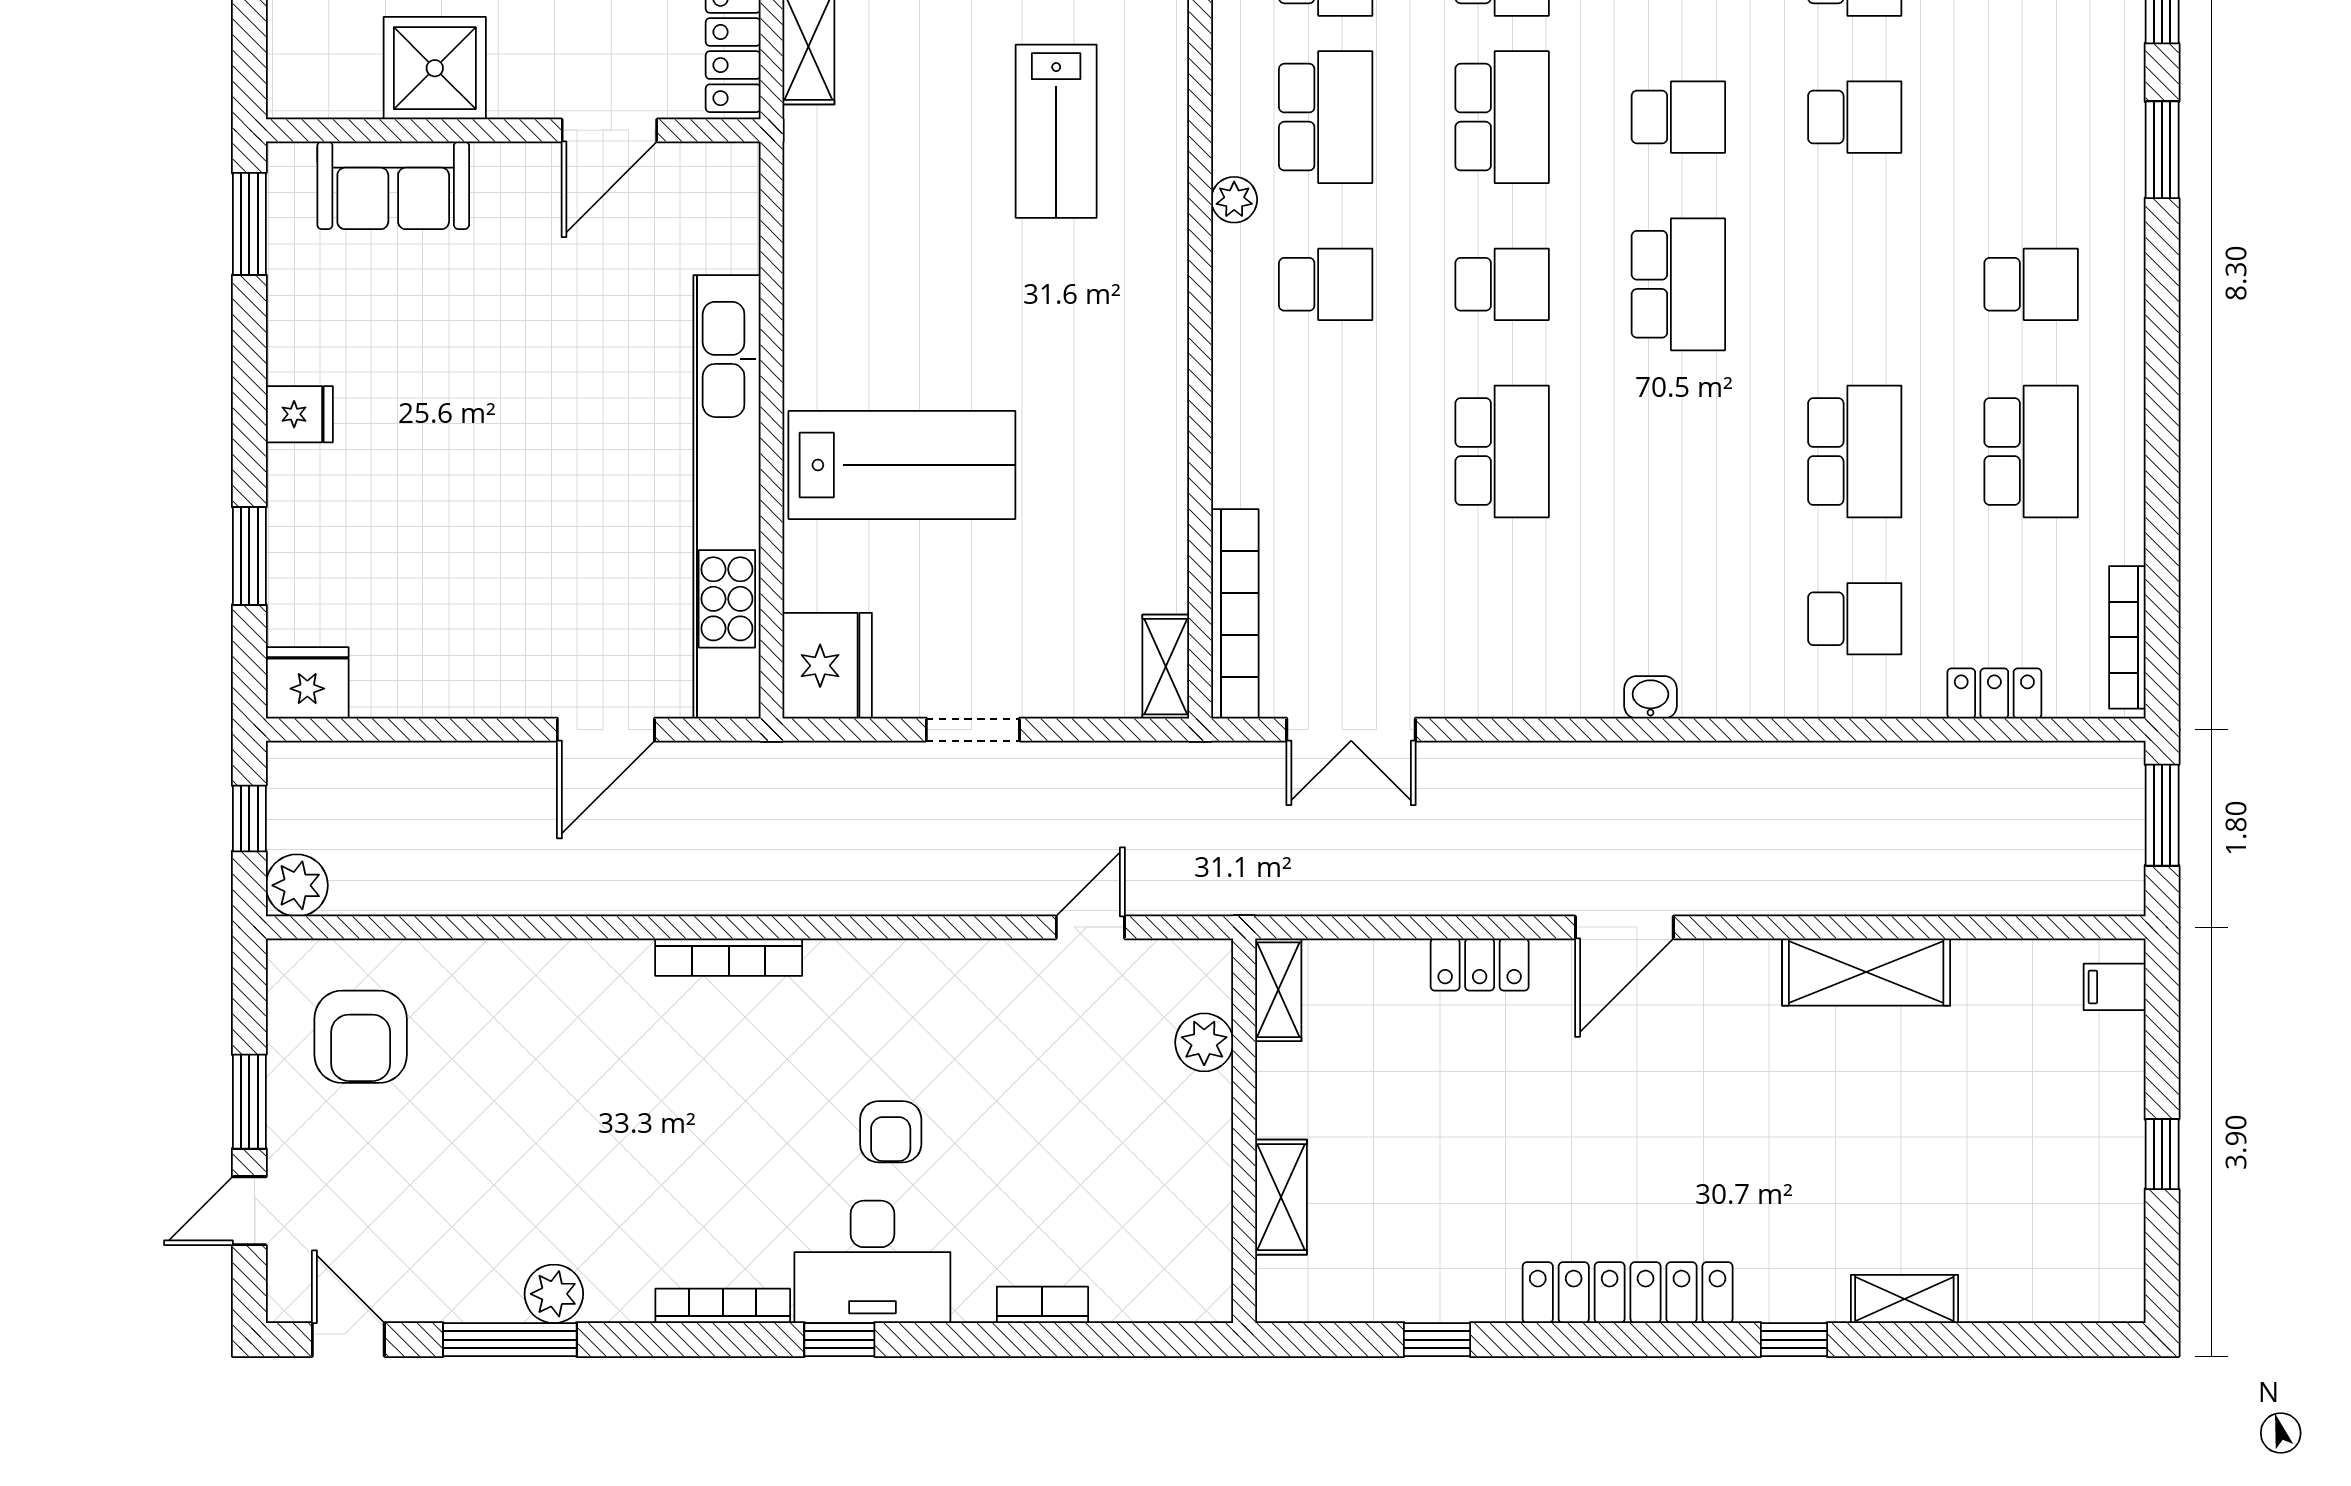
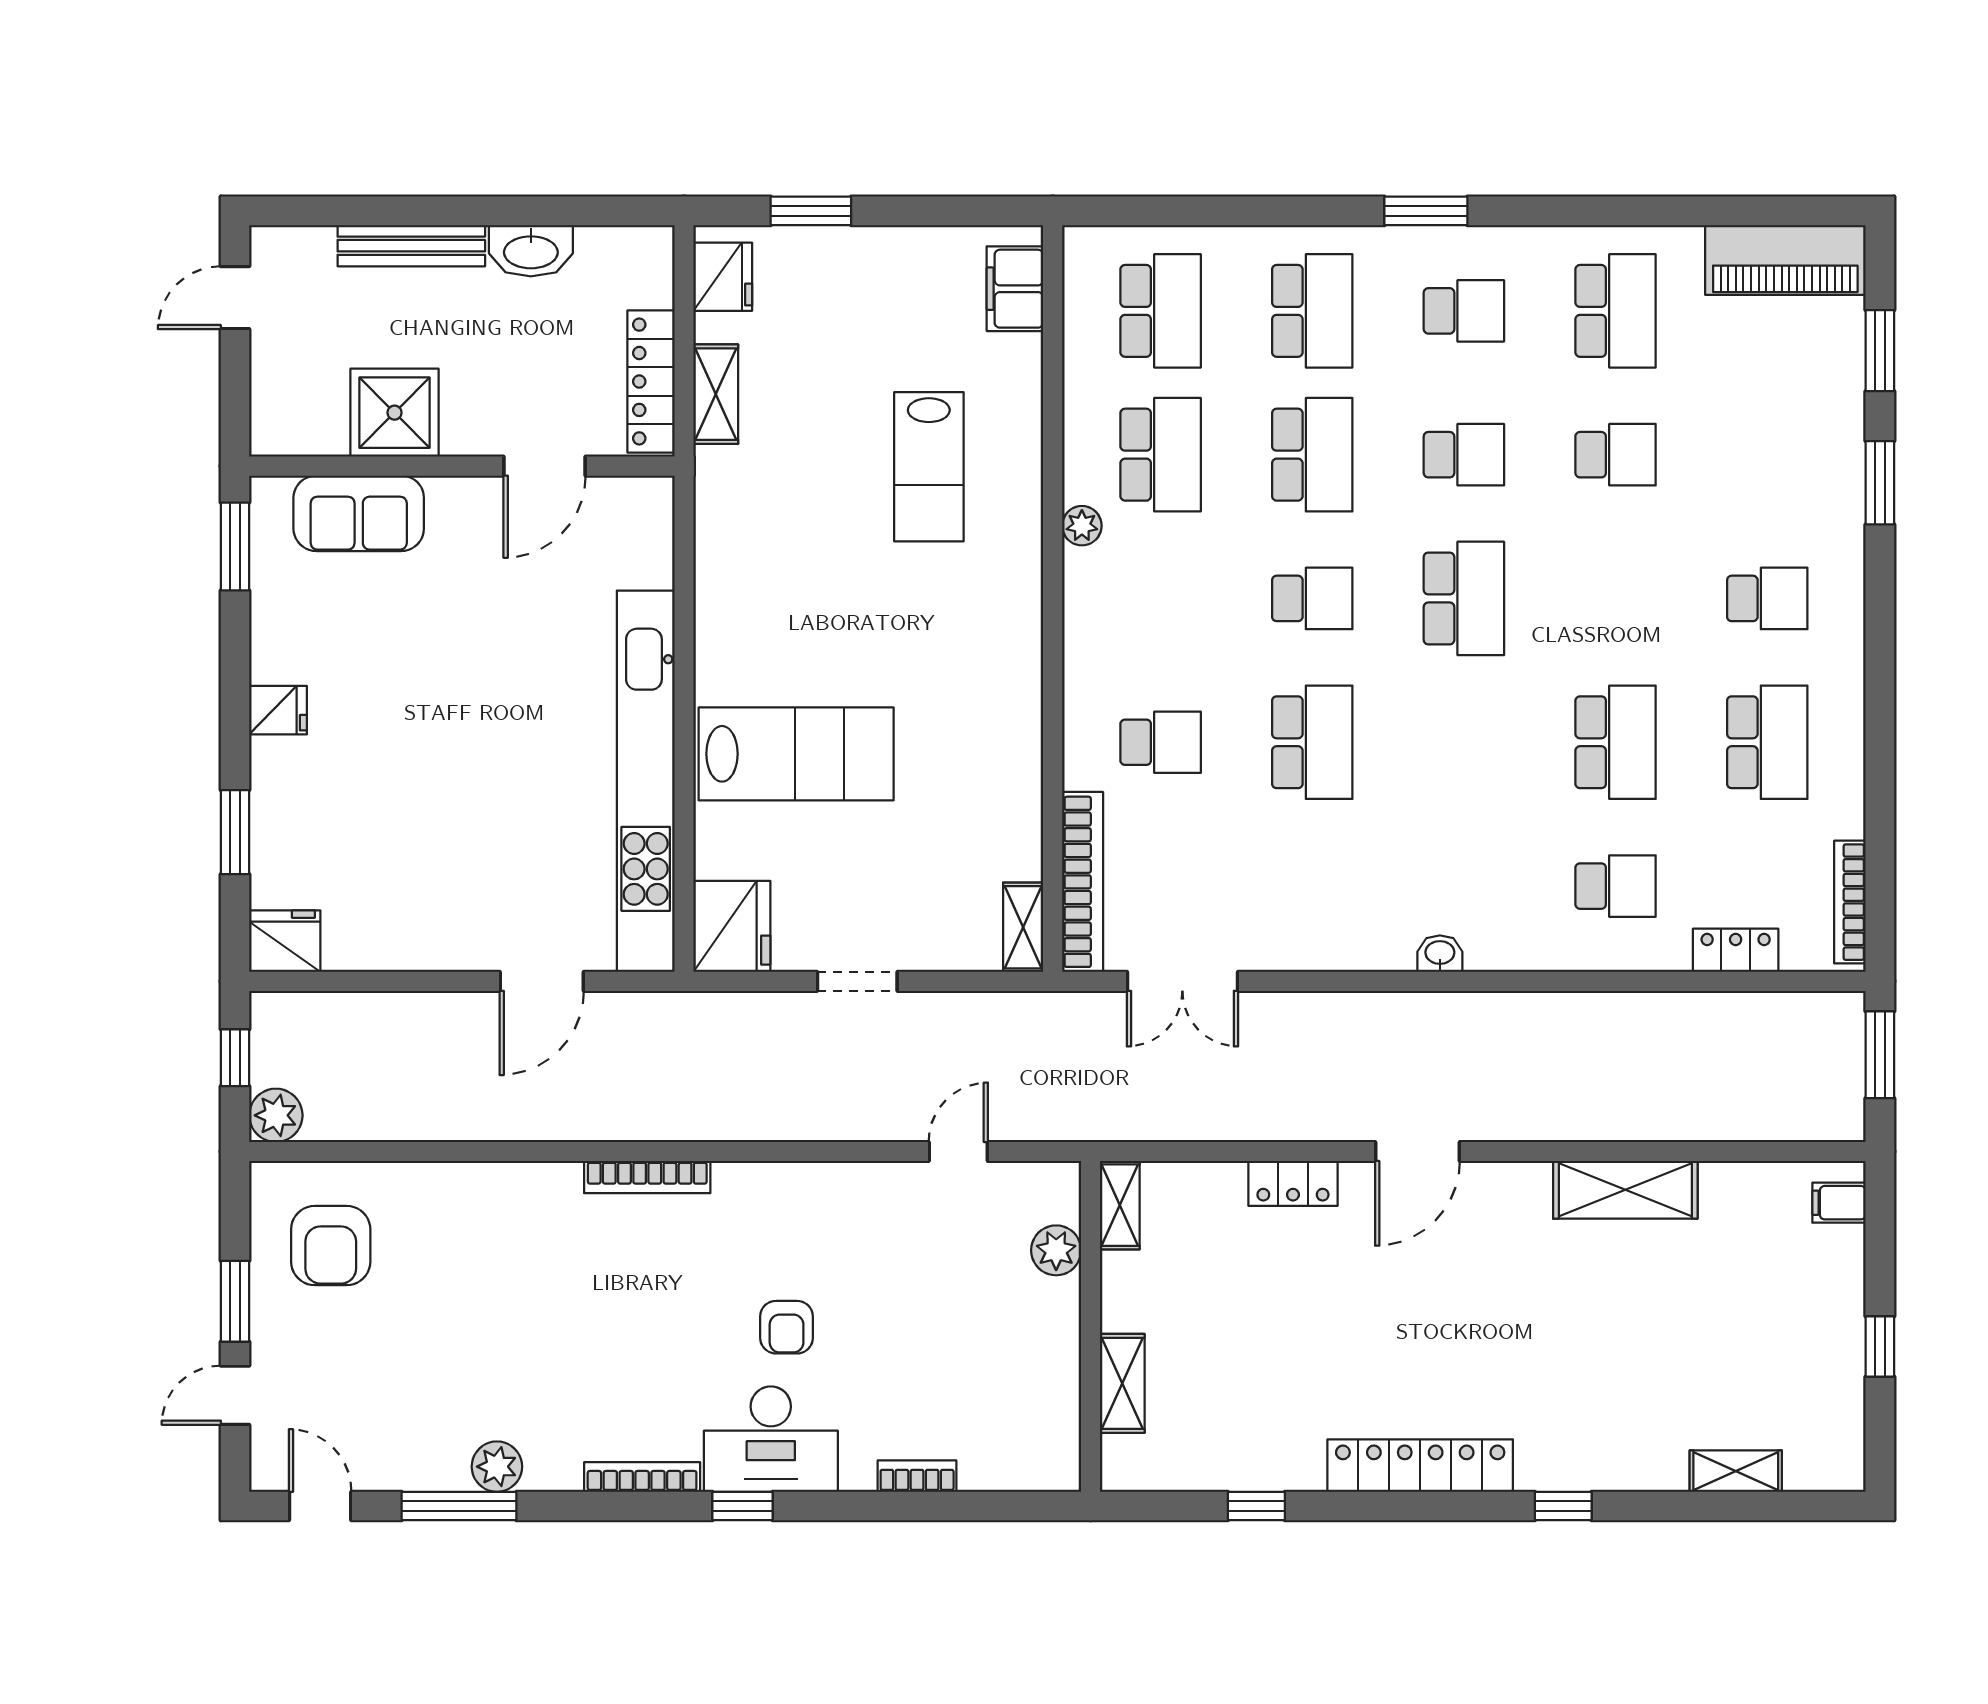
school desk: (1326, 284) -> (1161, 742), moved
shelving: (1904, 1299) -> (1736, 1471), moved

